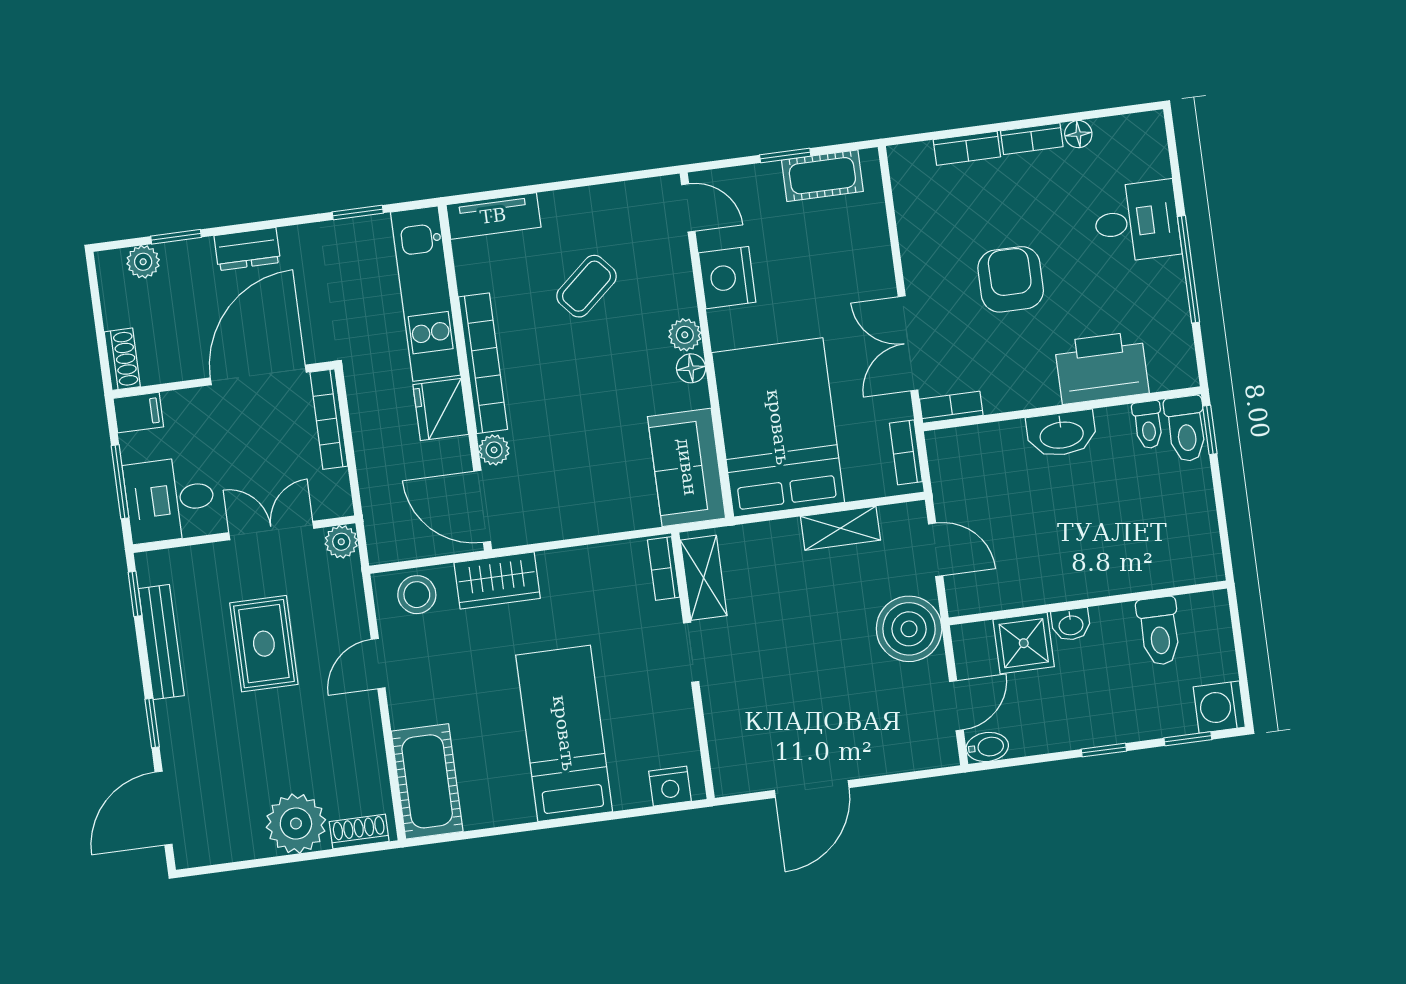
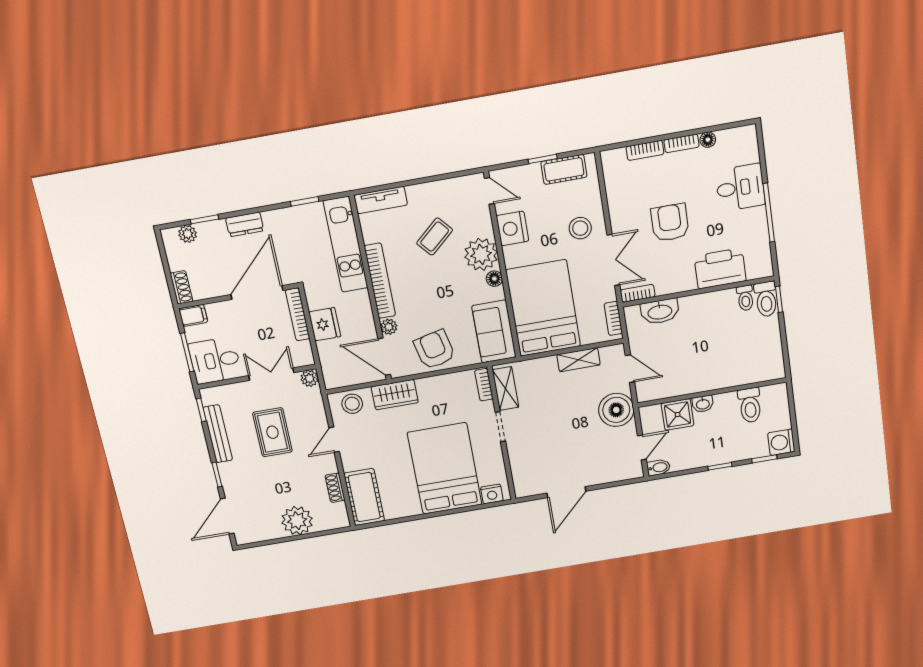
stool: (849, 282) -> (580, 228), added
plant: (685, 335) -> (481, 254), width x1.87, depth x1.87
double door: (908, 343) -> (613, 260), swing flipped
fridge: (441, 409) -> (325, 324), moved, turned 180
washbasin: (1061, 434) -> (660, 311), moved
armchair: (576, 497) -> (434, 350), added
bed: (564, 733) -> (445, 469), width x1.50
shoe rack: (359, 831) -> (335, 488), moved, turned -90

